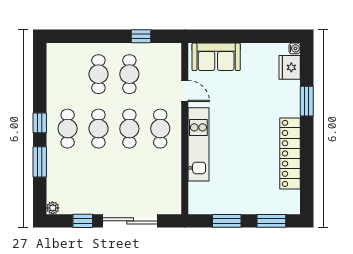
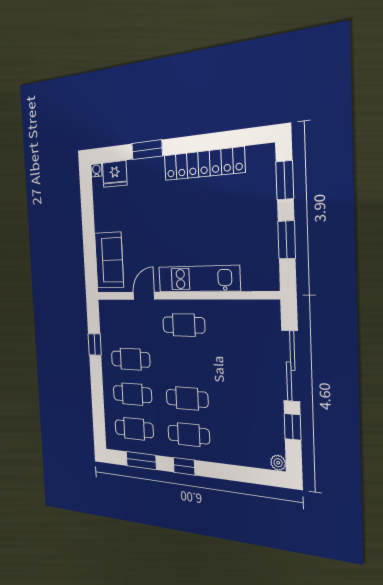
cafe table: (129, 129) -> (134, 429), moved
window: (40, 162) -> (141, 460), moved

